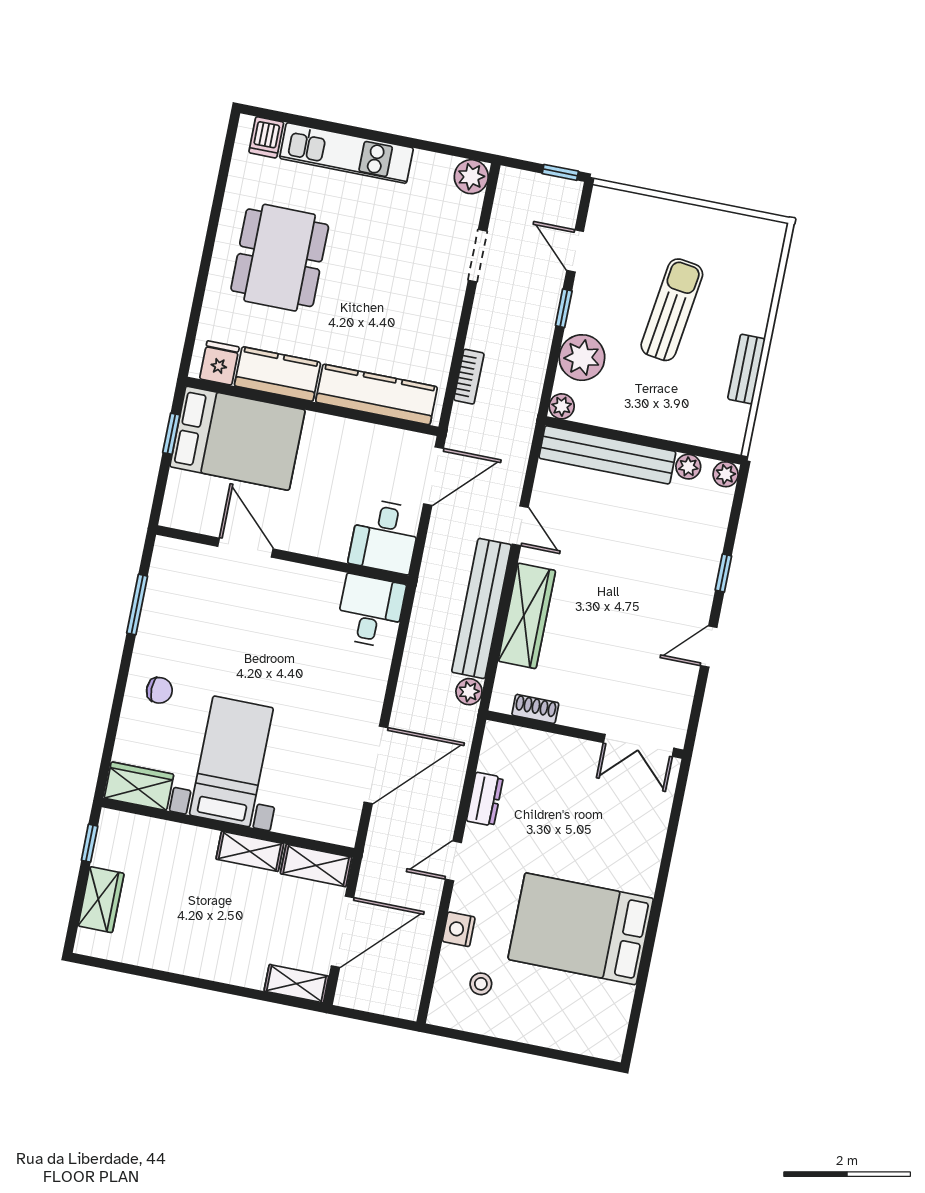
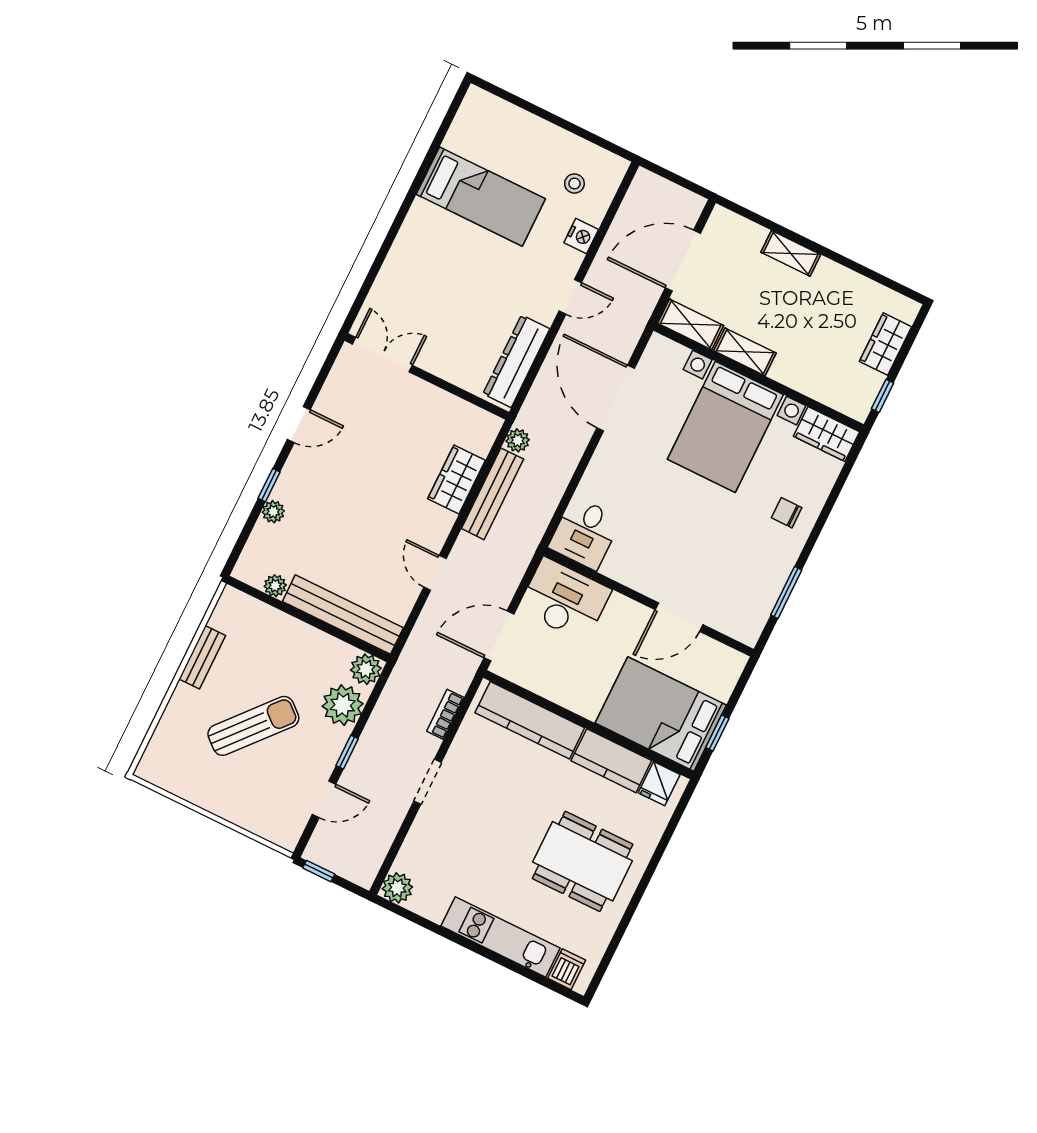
door: (575, 251) -> (324, 799), hinge flipped
doorway: (478, 256) -> (428, 782), moved
dining table: (280, 258) -> (583, 861), turned 90
sun lounger: (672, 310) -> (253, 726), turned -147
plant: (562, 406) -> (366, 669), width x1.38, depth x1.38
plant: (726, 474) -> (273, 512), moved
desk: (385, 536) -> (565, 600), width x1.37
door: (245, 548) -> (679, 617), hinge flipped
bench: (482, 608) -> (492, 494), width x0.73, depth x0.82
wardrobe: (527, 616) -> (457, 480), width x0.67
shoe rack: (535, 709) -> (464, 410), removed
bed with nightstands: (231, 761) -> (725, 427), width x1.36
door: (376, 765) -> (616, 398), hinge flipped
dresser: (485, 799) -> (516, 361), width x1.96, depth x1.24
bed: (581, 929) -> (481, 197), width x0.67
shelving: (296, 984) -> (791, 253), moved

